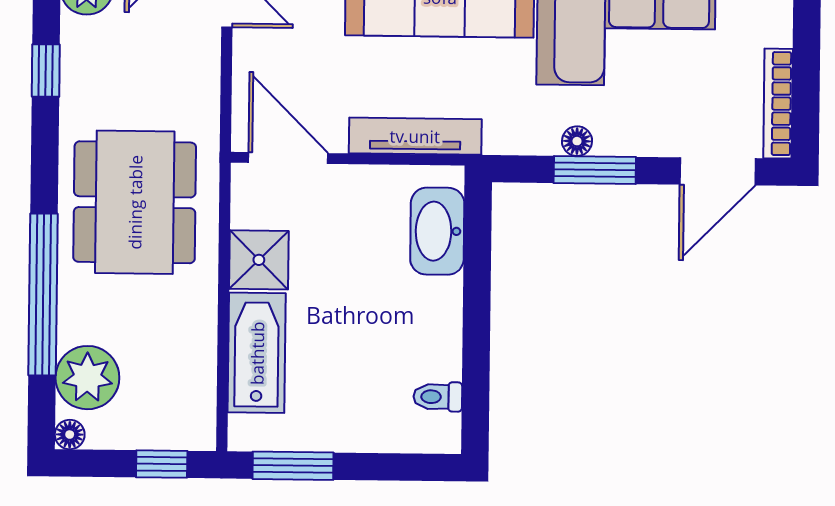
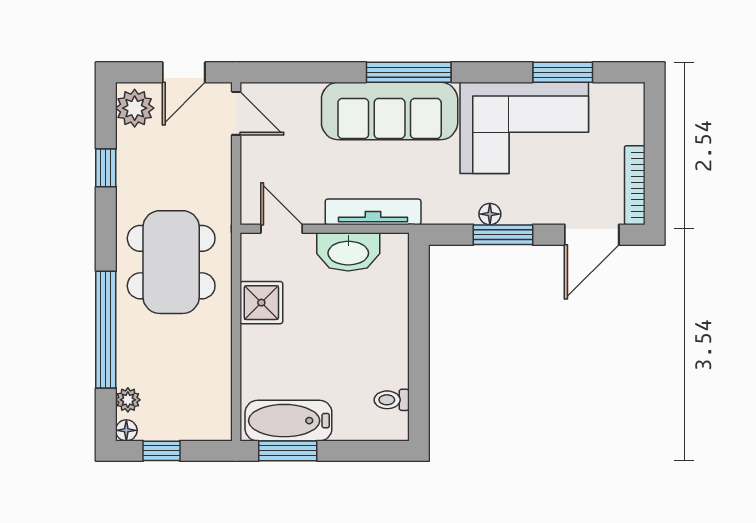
door: (288, 158) -> (282, 229), width x0.73
washbasin: (437, 231) -> (348, 252), moved, turned -90
bathtub: (257, 353) -> (288, 421), moved, turned -90
plant: (87, 378) -> (128, 400), width x0.53, depth x0.53
window: (162, 464) -> (161, 451), moved

